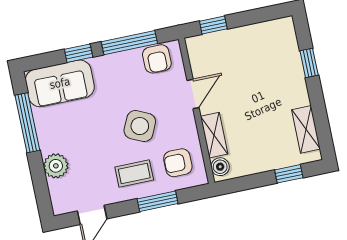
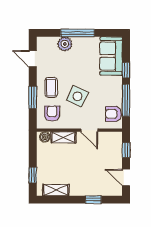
door: (260, 15) -> (126, 178), added
window: (27, 123) -> (78, 33), moved

